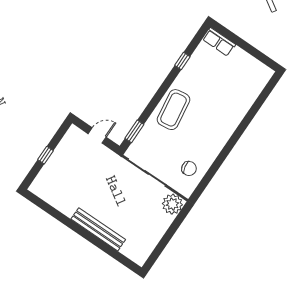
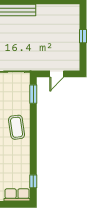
window: (182, 61) -> (33, 181), moved
coffee table: (173, 110) -> (17, 127), width x0.73, depth x0.76

